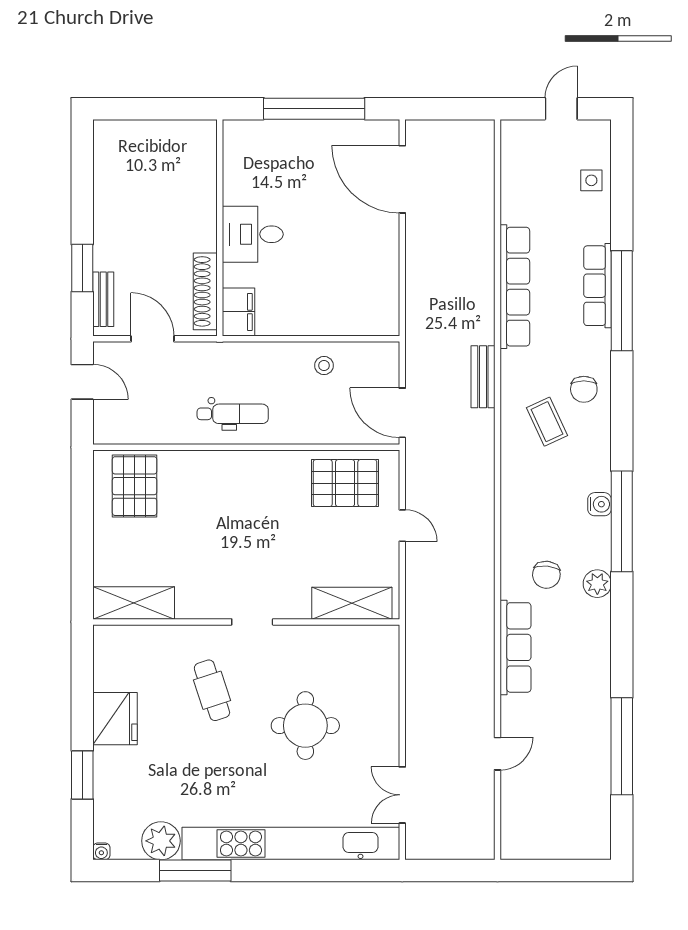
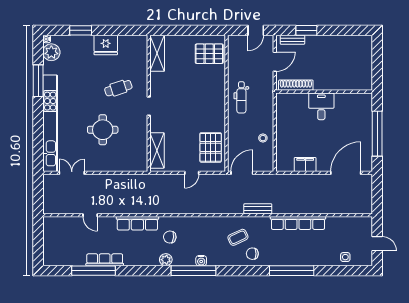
row of seats: (598, 286) -> (105, 260), moved
filing cabinet: (239, 312) -> (305, 165), moved, turned 180
plant: (161, 841) -> (51, 52), moved

